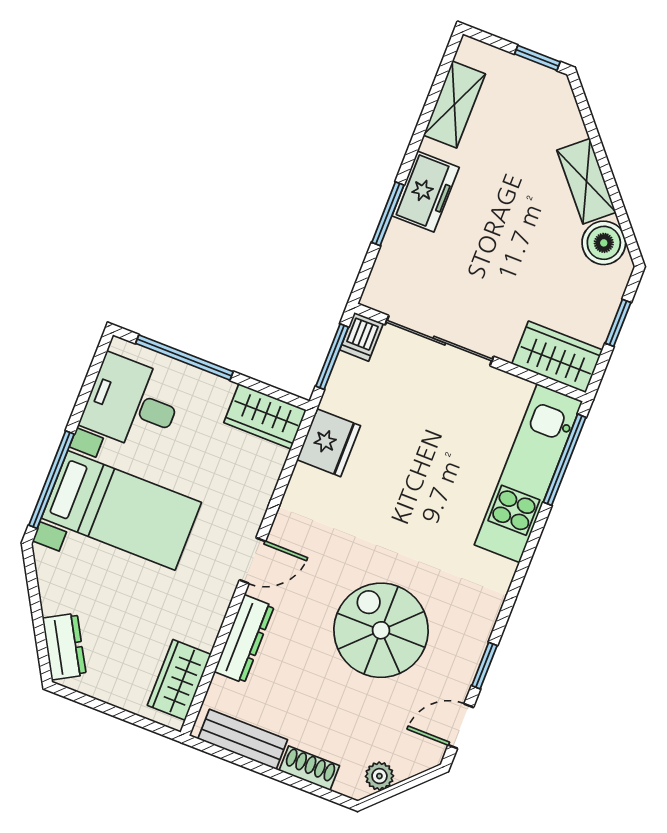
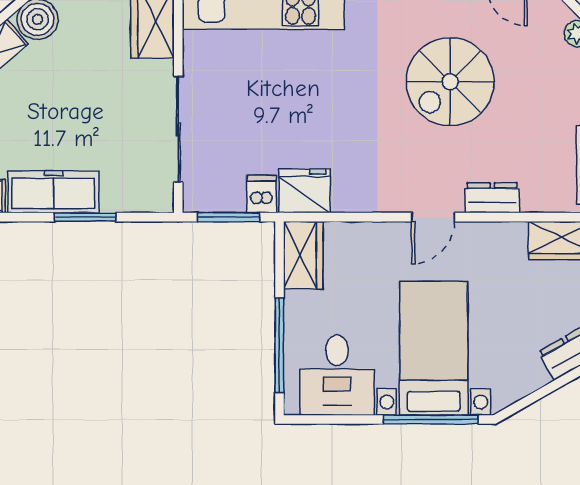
freezer: (426, 192) -> (53, 192), width x1.40
dishwasher: (361, 337) -> (262, 194), moved, turned -90
door: (252, 561) -> (433, 217), swing flipped
dresser: (244, 639) -> (492, 198), width x0.70

